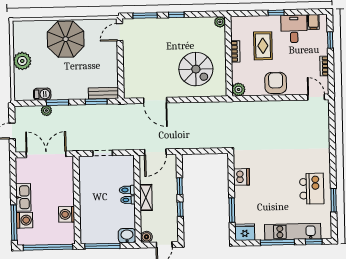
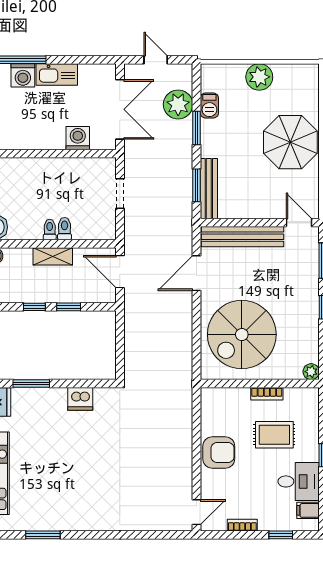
spiral stairs: (196, 69) -> (242, 335), width x1.37, depth x1.37
bench: (130, 70) -> (242, 237), added
plant: (239, 89) -> (210, 397), removed
bench: (104, 93) -> (209, 189), width x1.36
plant: (46, 111) -> (178, 104), width x1.88, depth x1.88
kitchen island: (312, 189) -> (61, 503), removed
washing machine: (67, 214) -> (78, 138), moved

